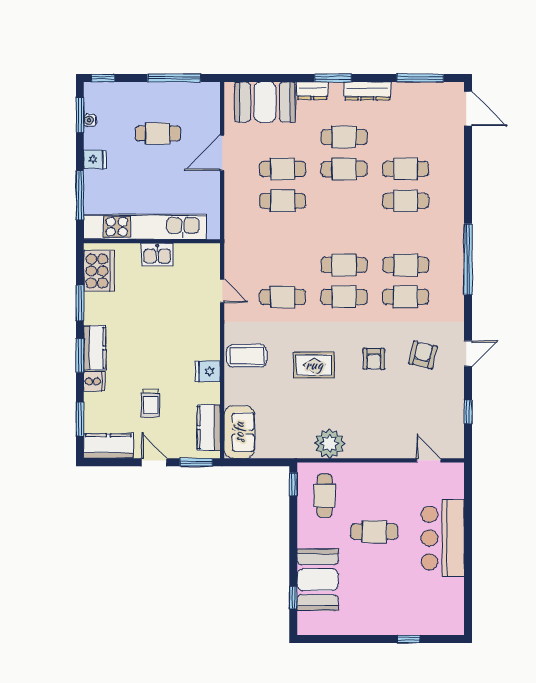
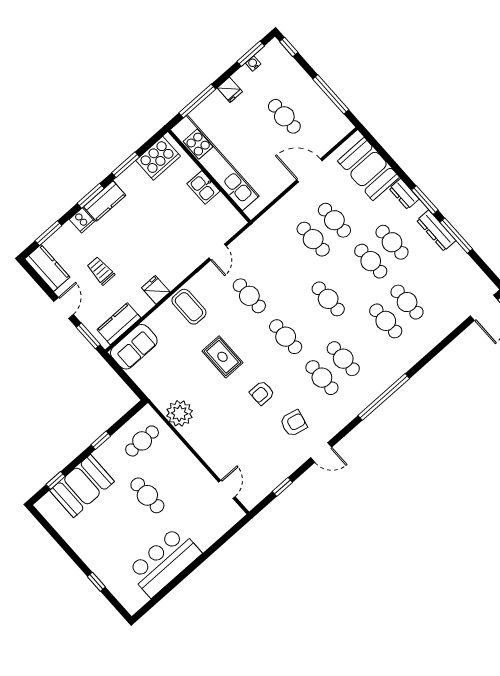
window: (420, 78) -> (456, 236), moved
cafe table: (344, 265) -> (328, 299), moved
trolley: (150, 403) -> (101, 271), turned 90
window: (293, 484) -> (101, 440), moved
bar counter: (443, 538) -> (164, 562), moved

